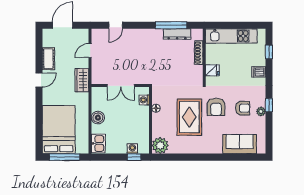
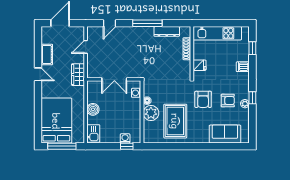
window: (171, 25) -> (147, 23), moved
door: (39, 80) -> (38, 74), hinge flipped
rug: (189, 117) -> (175, 121), moved
plant: (160, 145) -> (151, 113), moved

